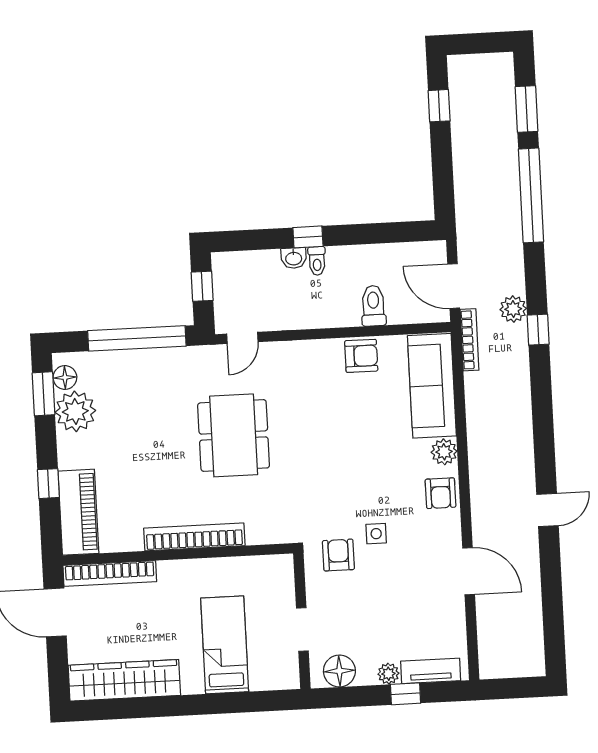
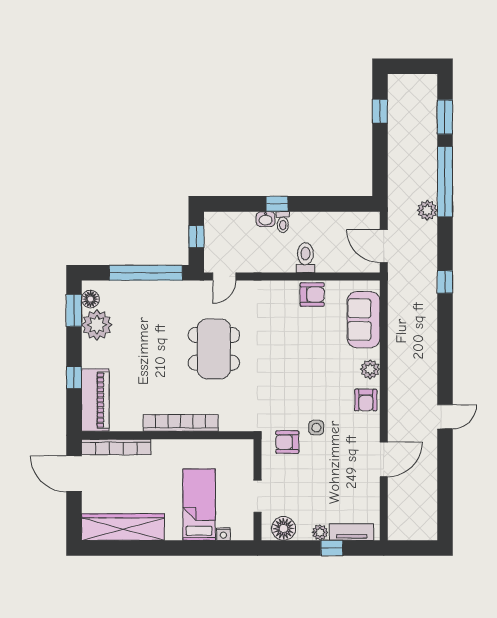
toilet: (373, 306) -> (305, 258), moved
plant: (513, 309) -> (427, 210), moved
bookcase: (470, 340) -> (393, 287), removed
sofa: (432, 386) -> (364, 320), width x0.73
armchair: (338, 555) -> (287, 442), turned -90
door: (469, 571) -> (384, 459), hinge flipped
nightstand: (259, 683) -> (223, 534), added

